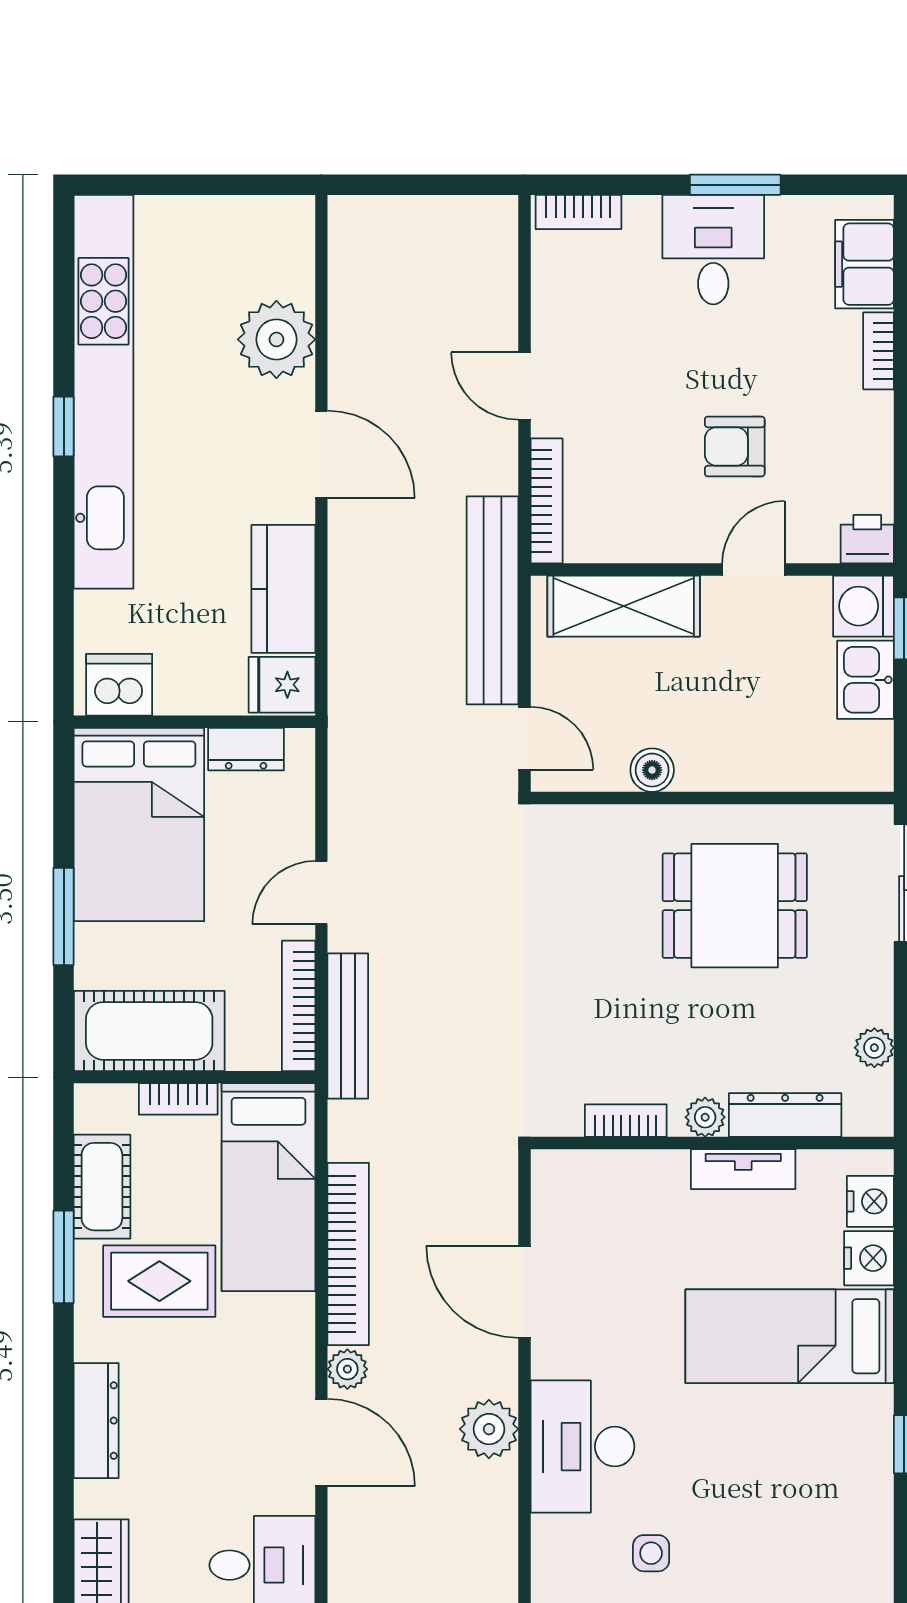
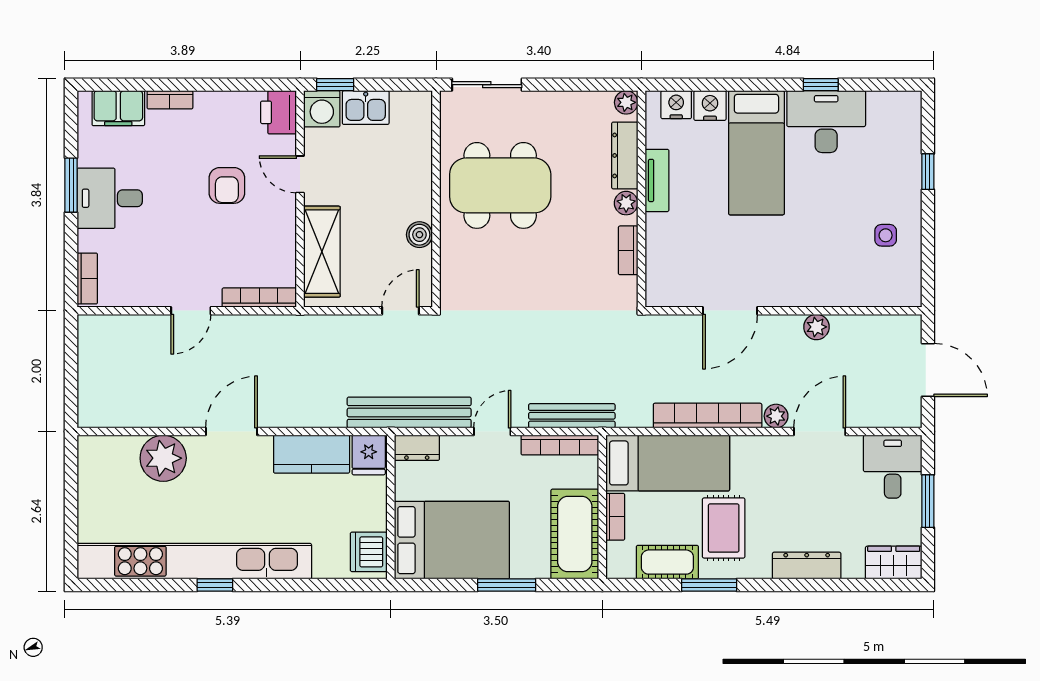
printer: (867, 539) -> (279, 112), width x1.36, depth x1.24
bench: (492, 600) -> (409, 412), moved
dresser: (246, 749) -> (417, 448), moved, turned 90
door: (321, 892) -> (492, 432), swing flipped
dining table: (735, 906) -> (500, 185), width x1.38
plant: (874, 1048) -> (626, 102), moved
plant: (489, 1429) -> (816, 327), width x0.73, depth x0.73
desk: (582, 1447) -> (826, 122), moved, turned 180

